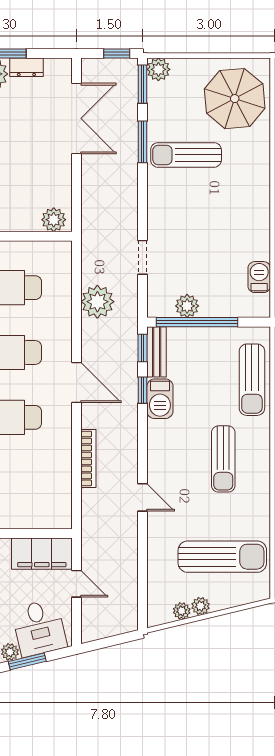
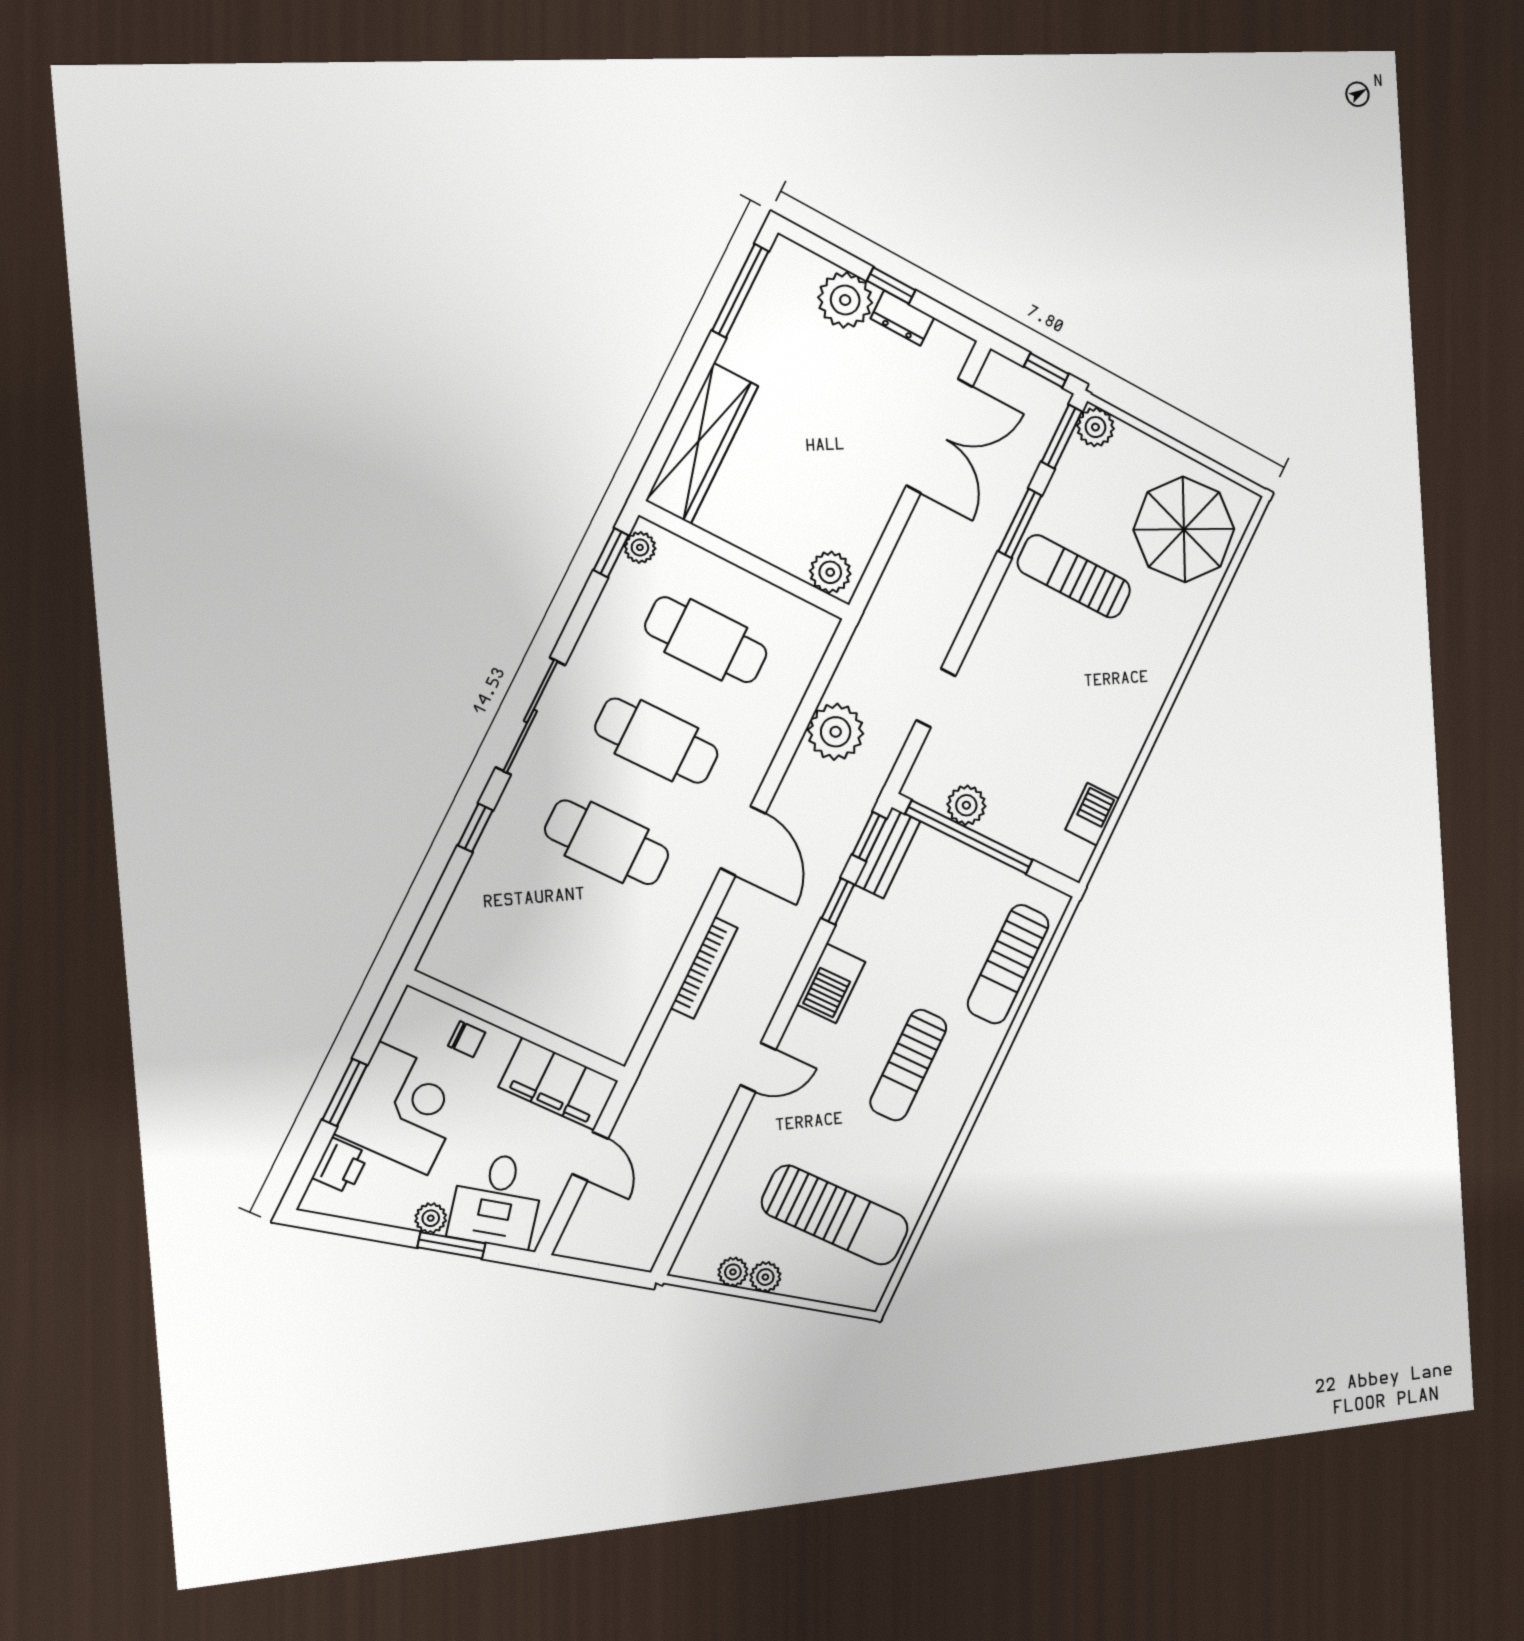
barbecue: (160, 399) -> (831, 983), moved
door: (143, 497) -> (758, 1067), hinge flipped

